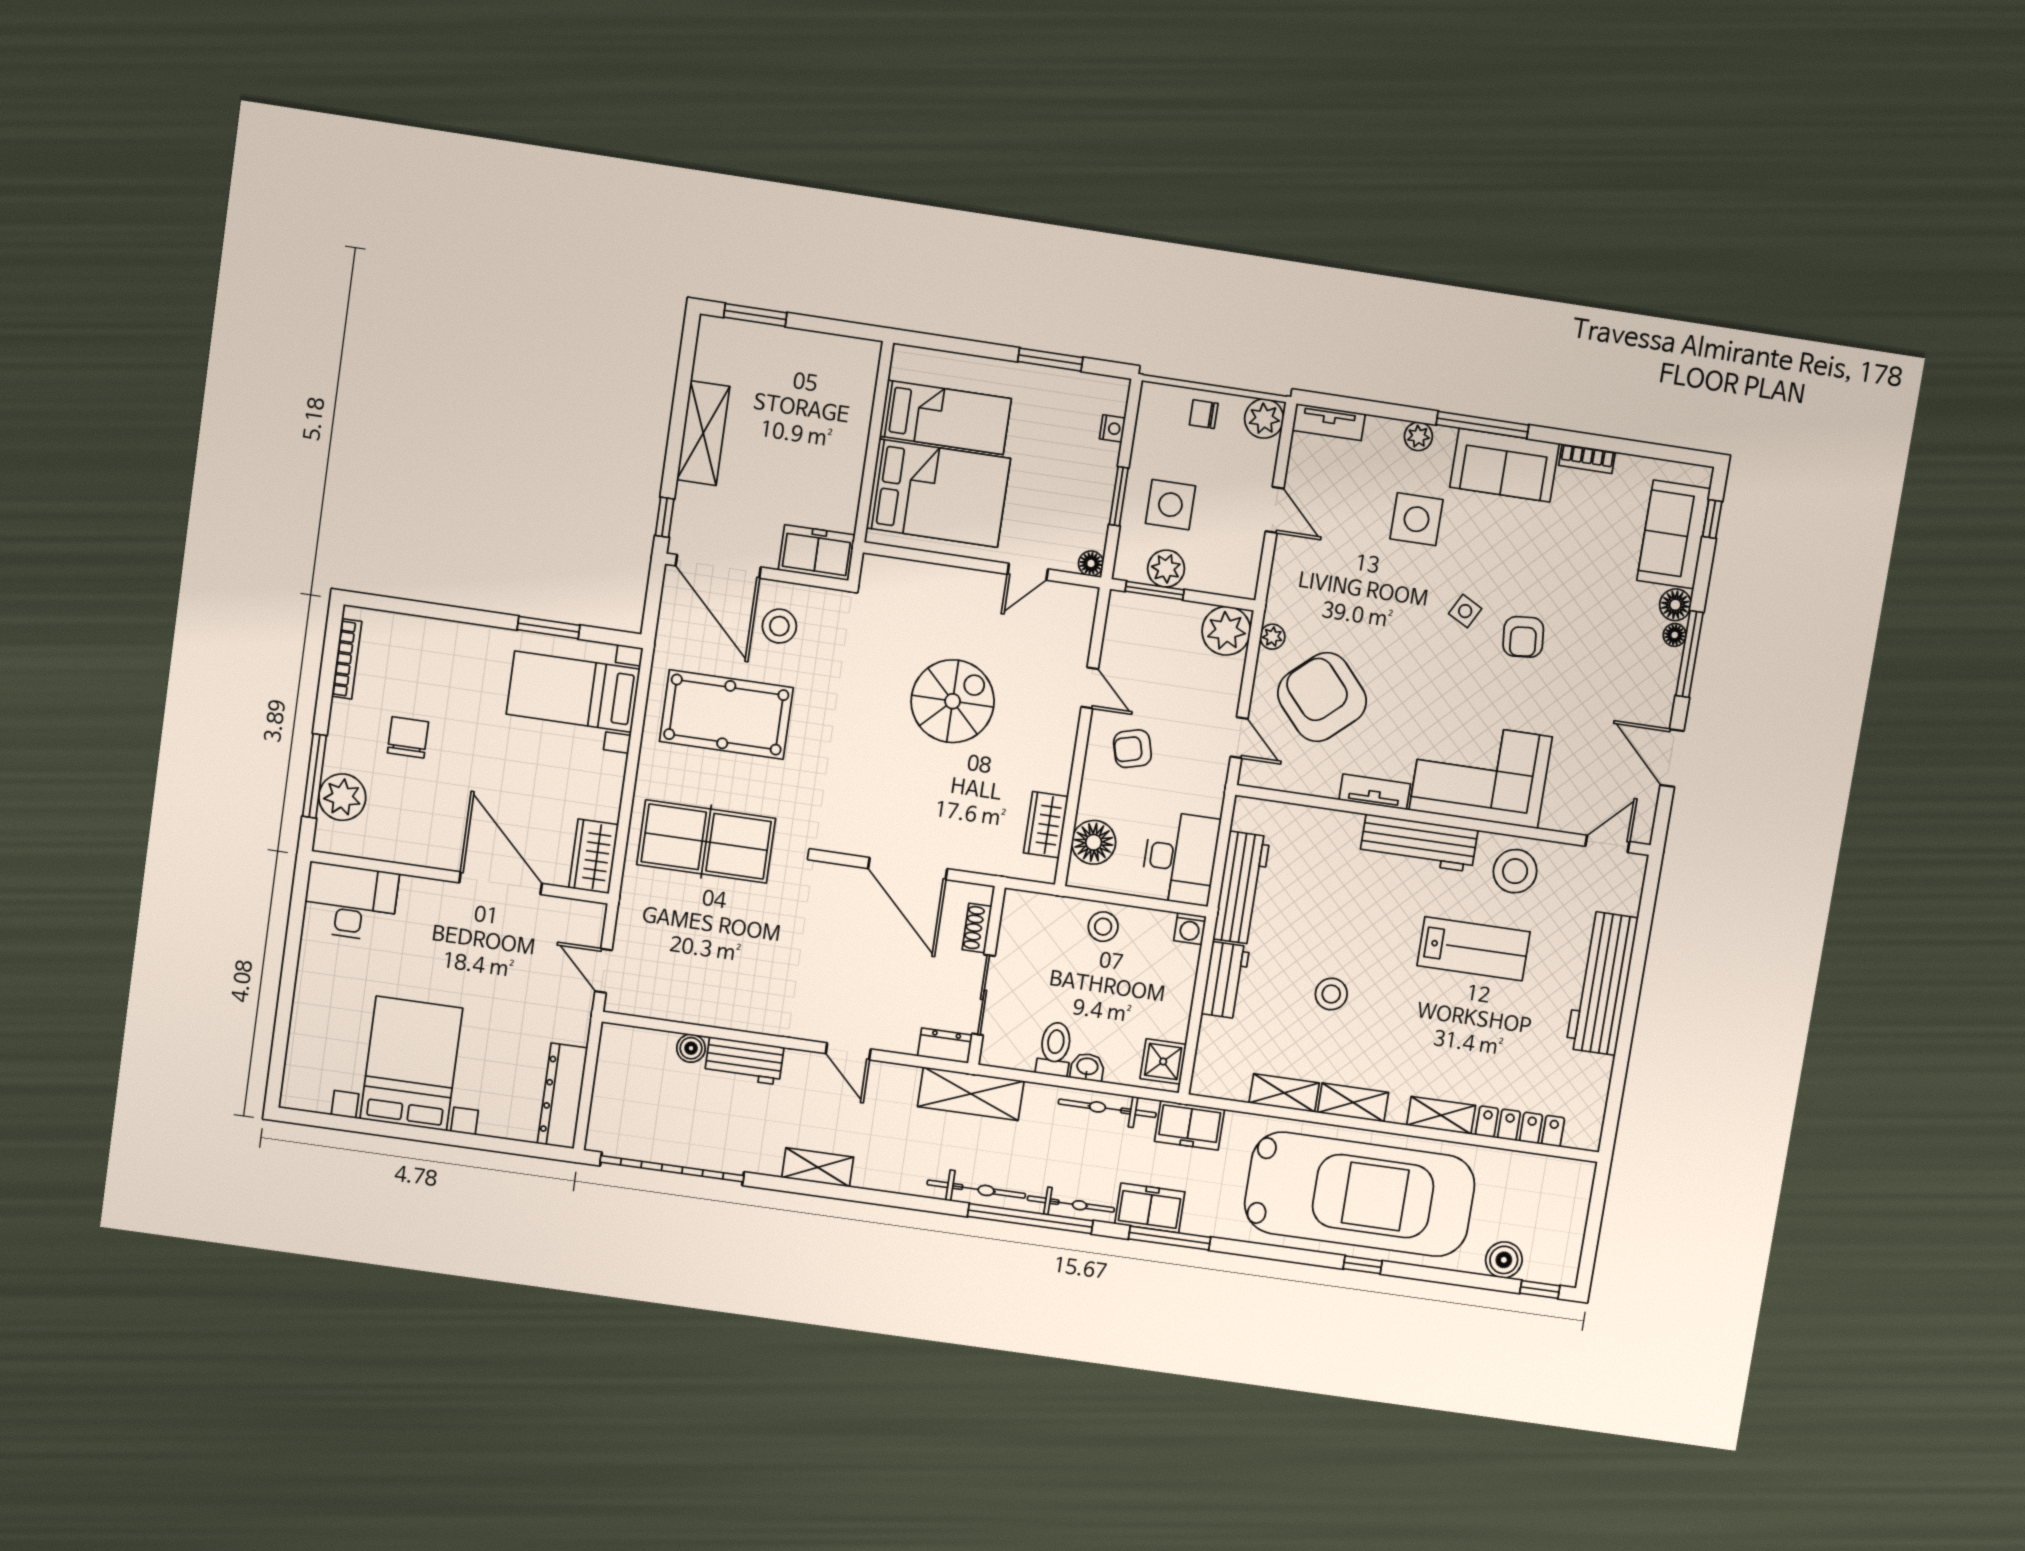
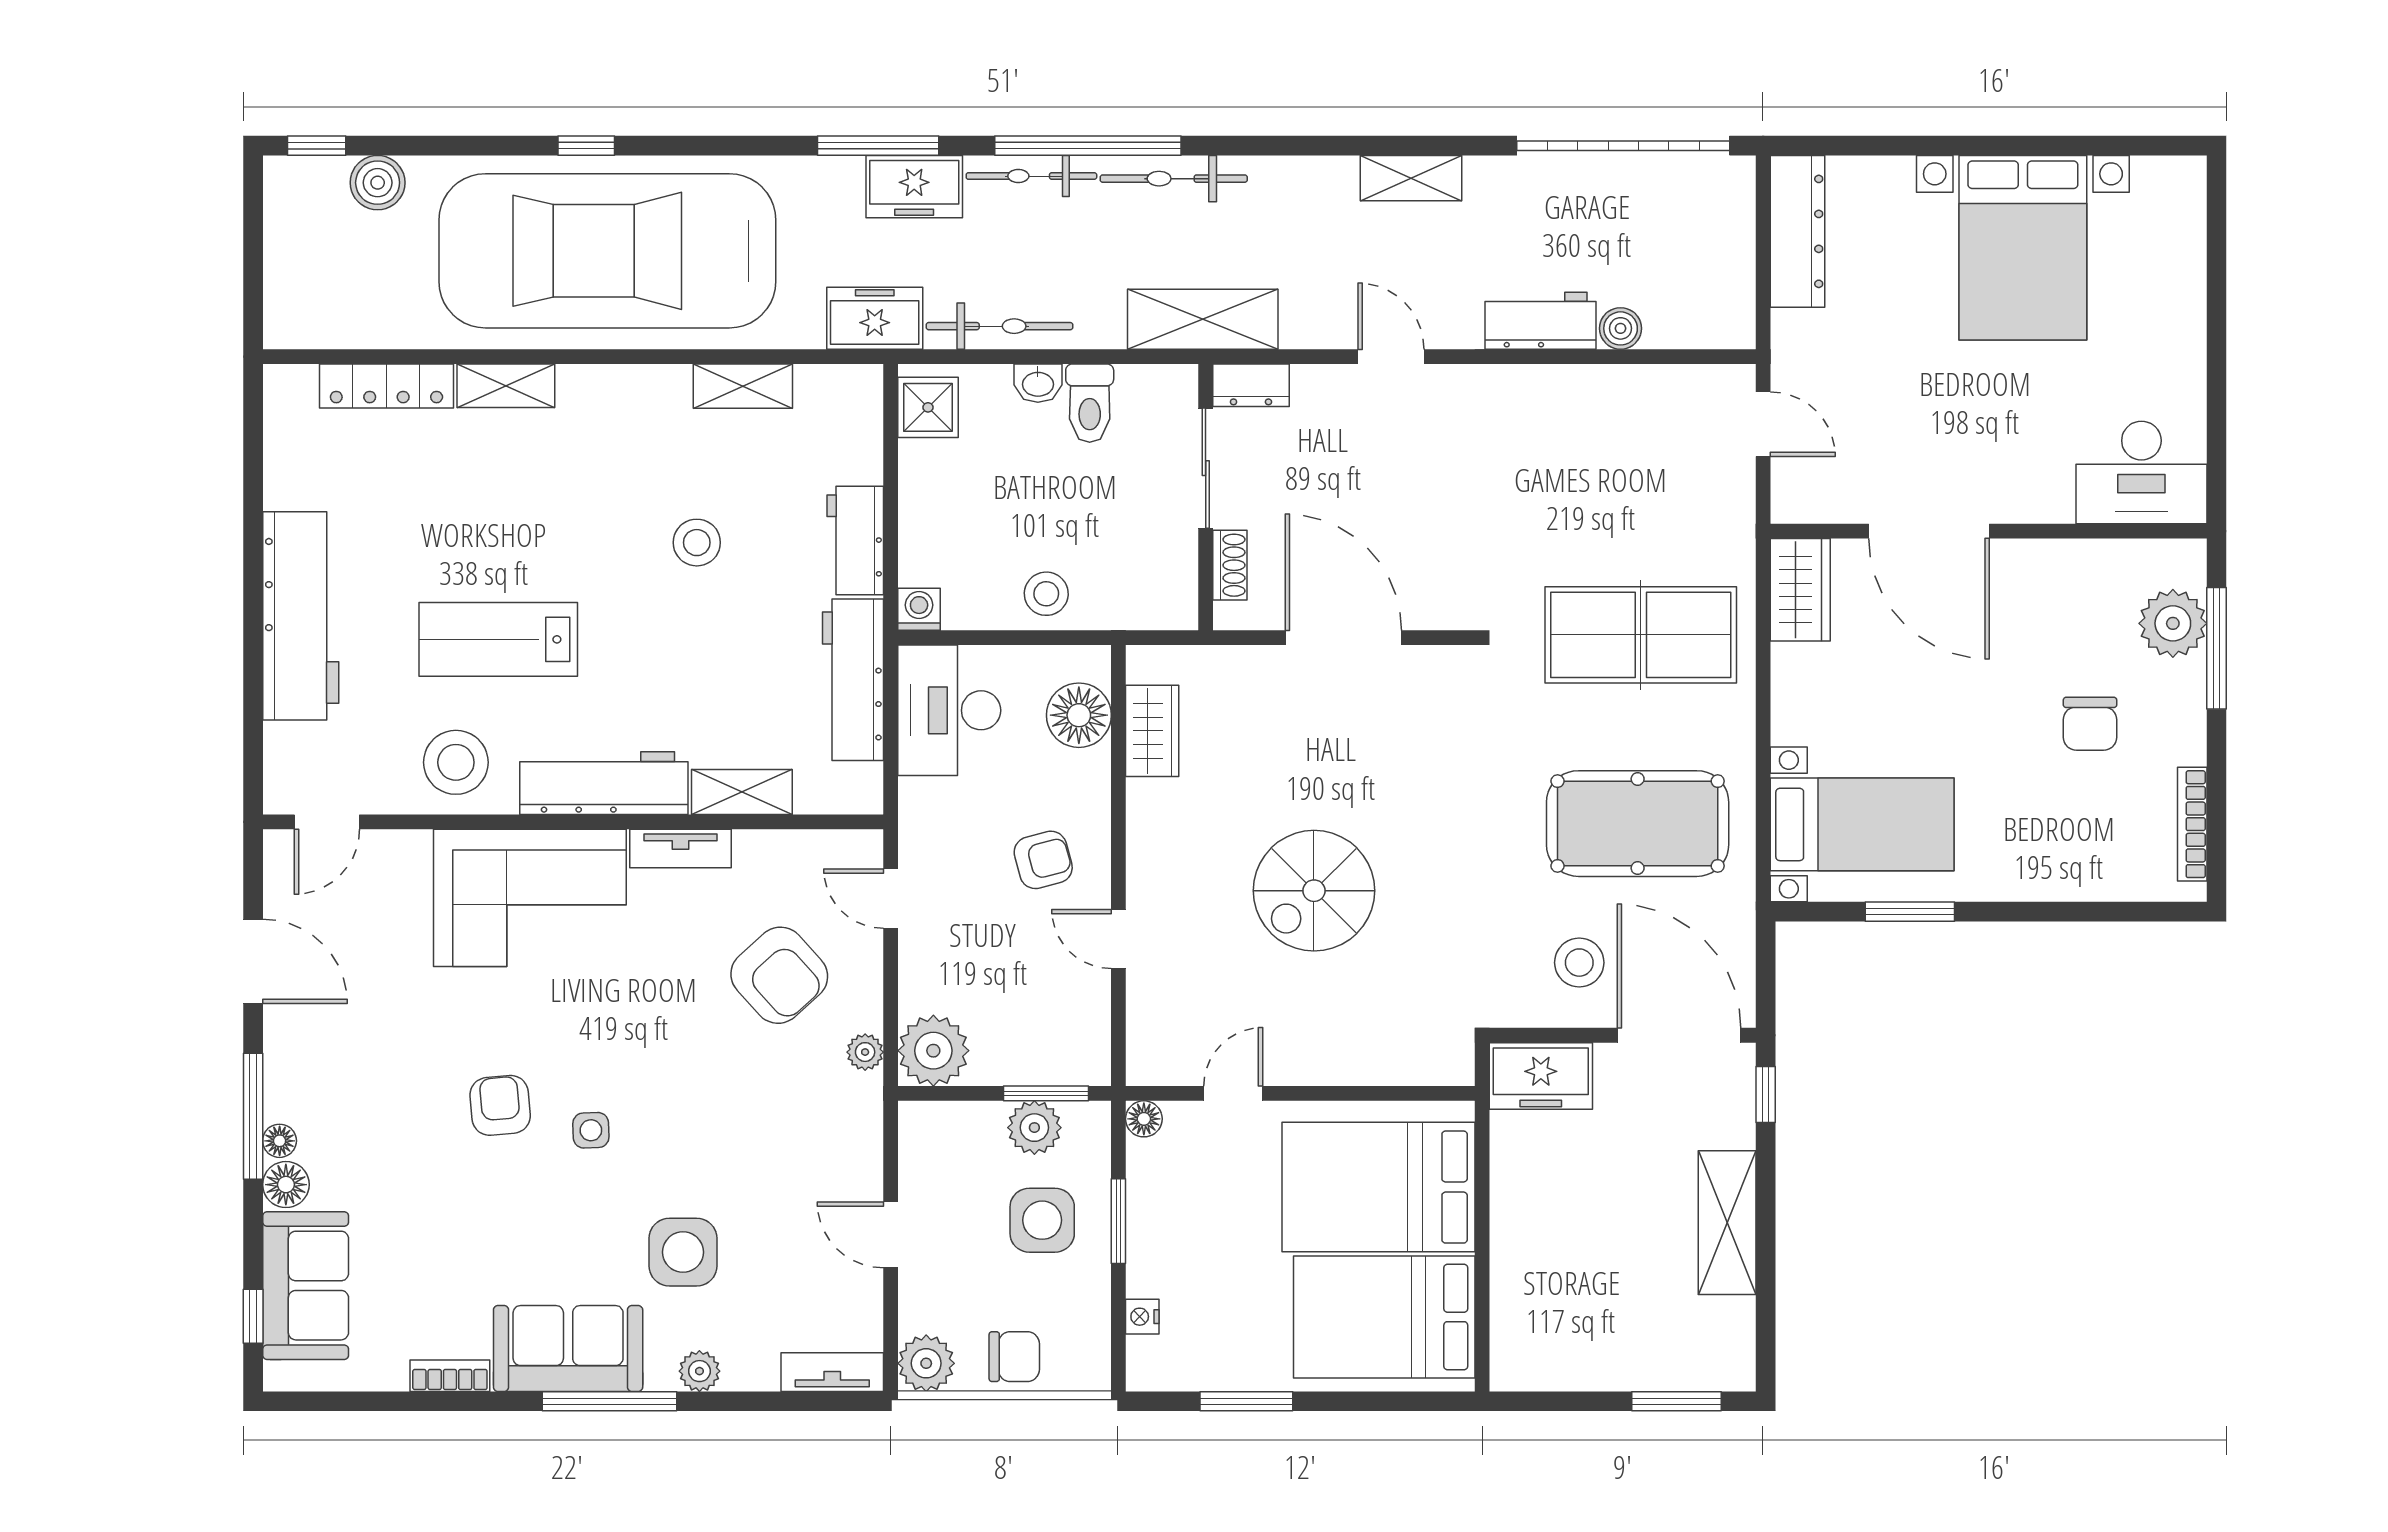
chair: (1204, 414) -> (1014, 1357), width x1.37, depth x1.37
bed: (945, 417) -> (1384, 1317), width x1.50
side table: (1465, 611) -> (591, 1130), turned -30
armchair: (1322, 697) -> (779, 975), width x0.73, depth x0.73
shelving: (1353, 1102) -> (742, 792), moved

